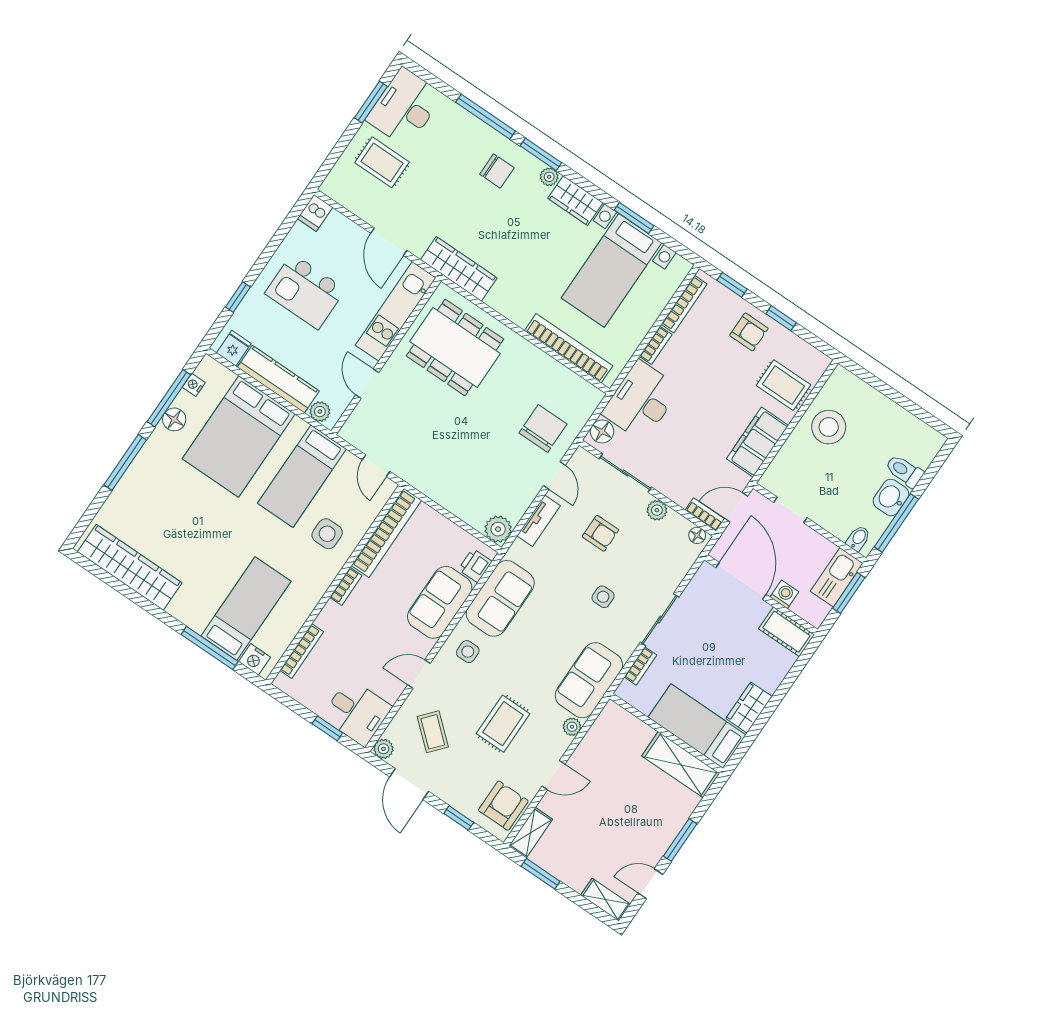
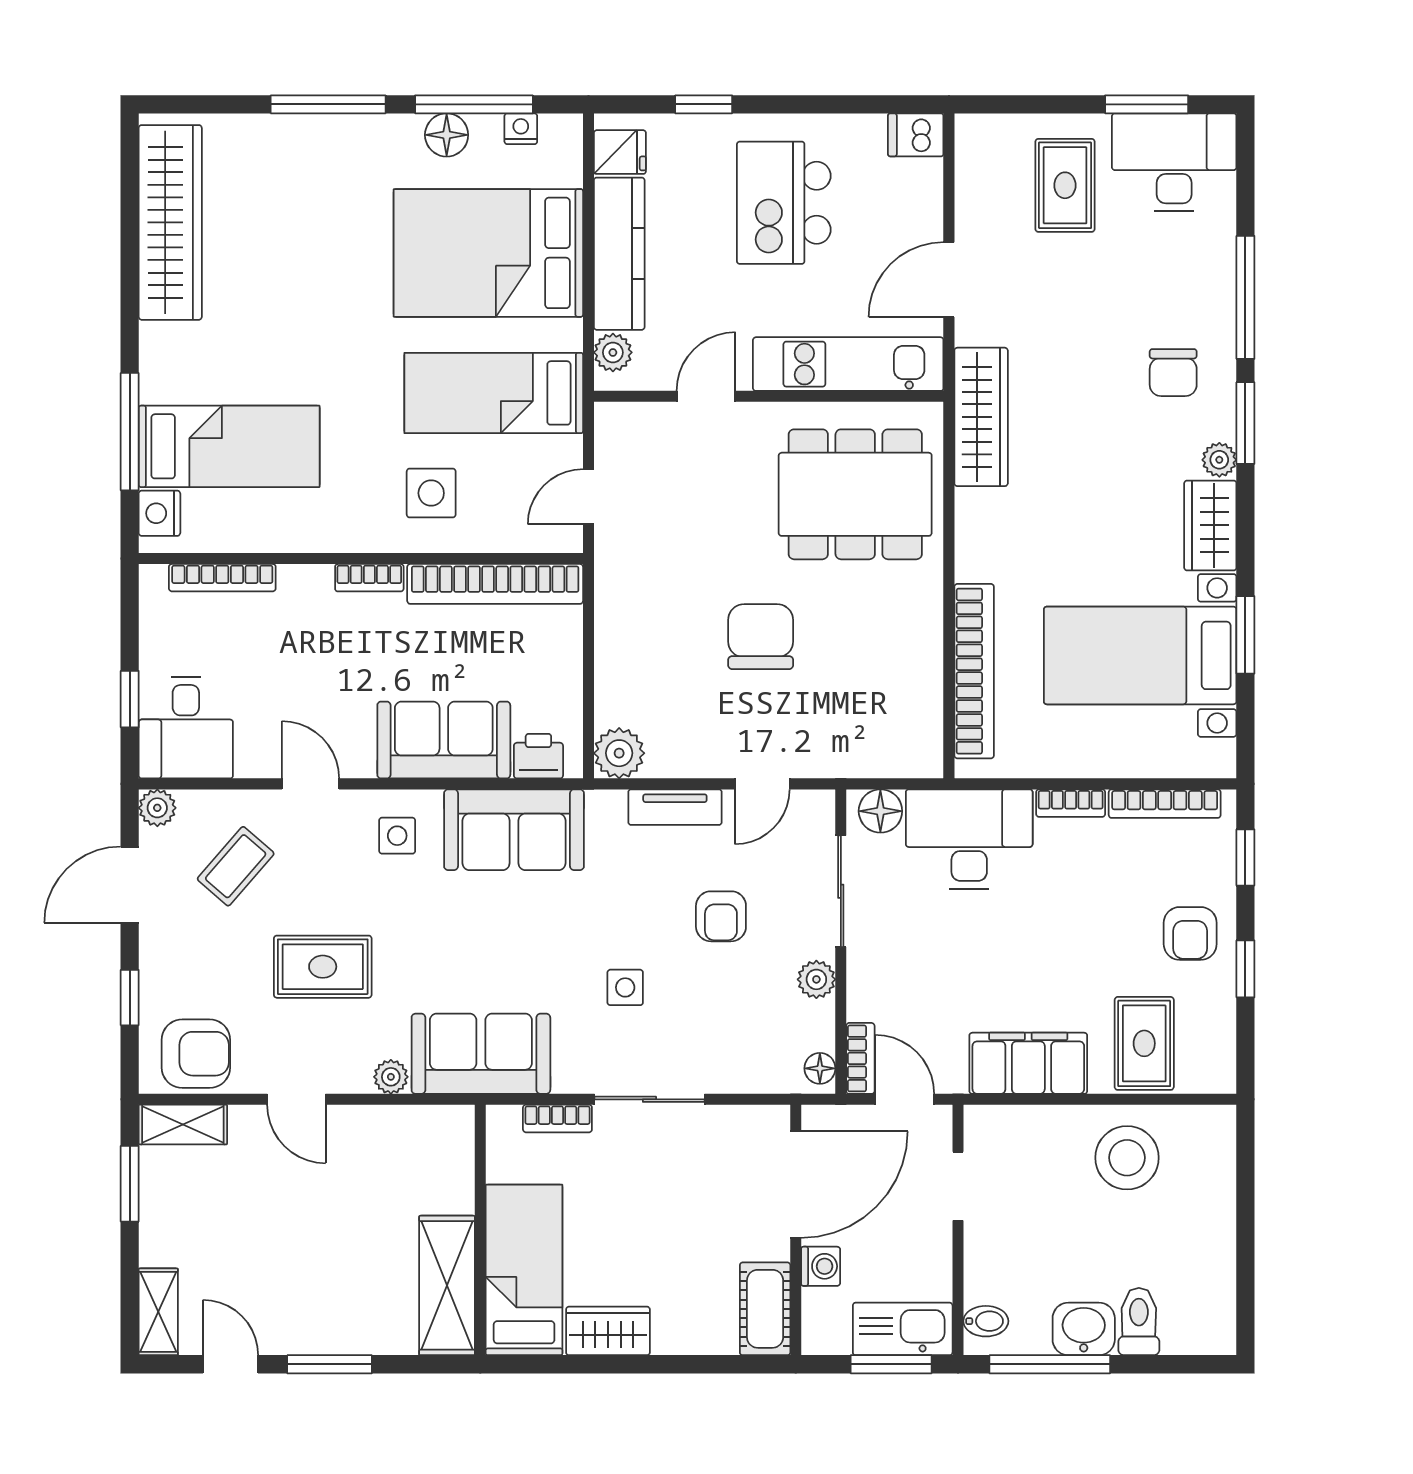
dining table: (455, 347) -> (855, 494), turned 90
chair: (543, 428) -> (761, 637), moved, turned -90

